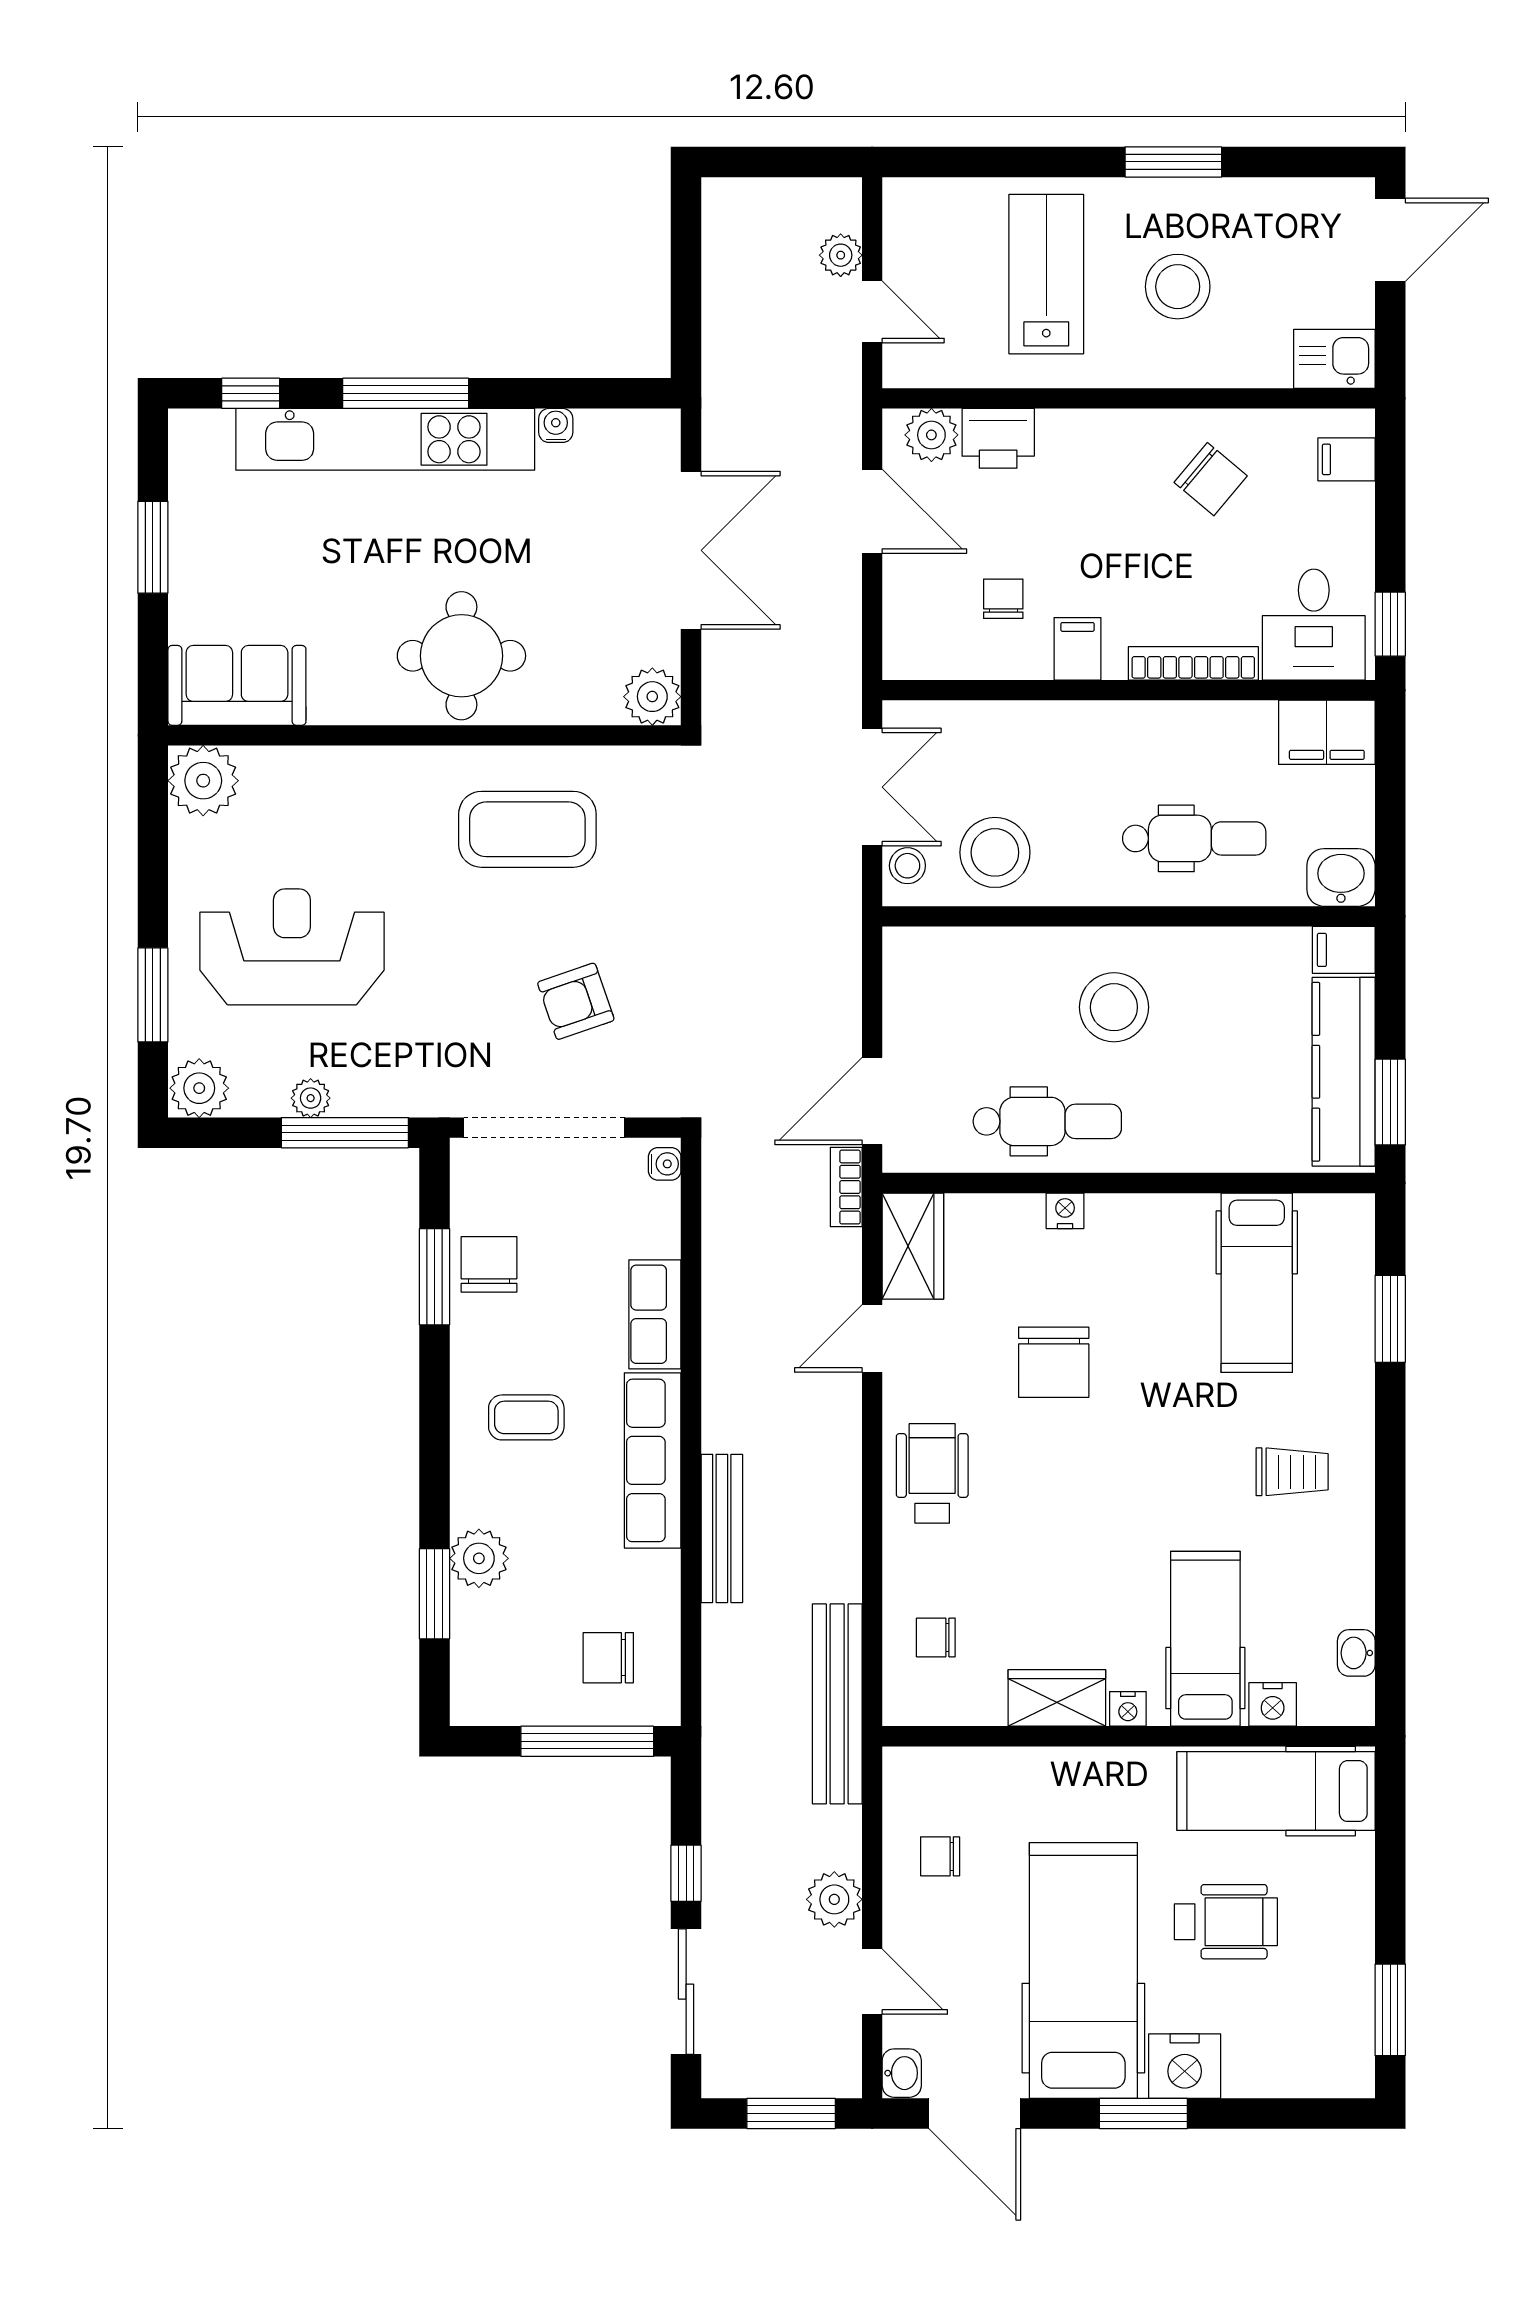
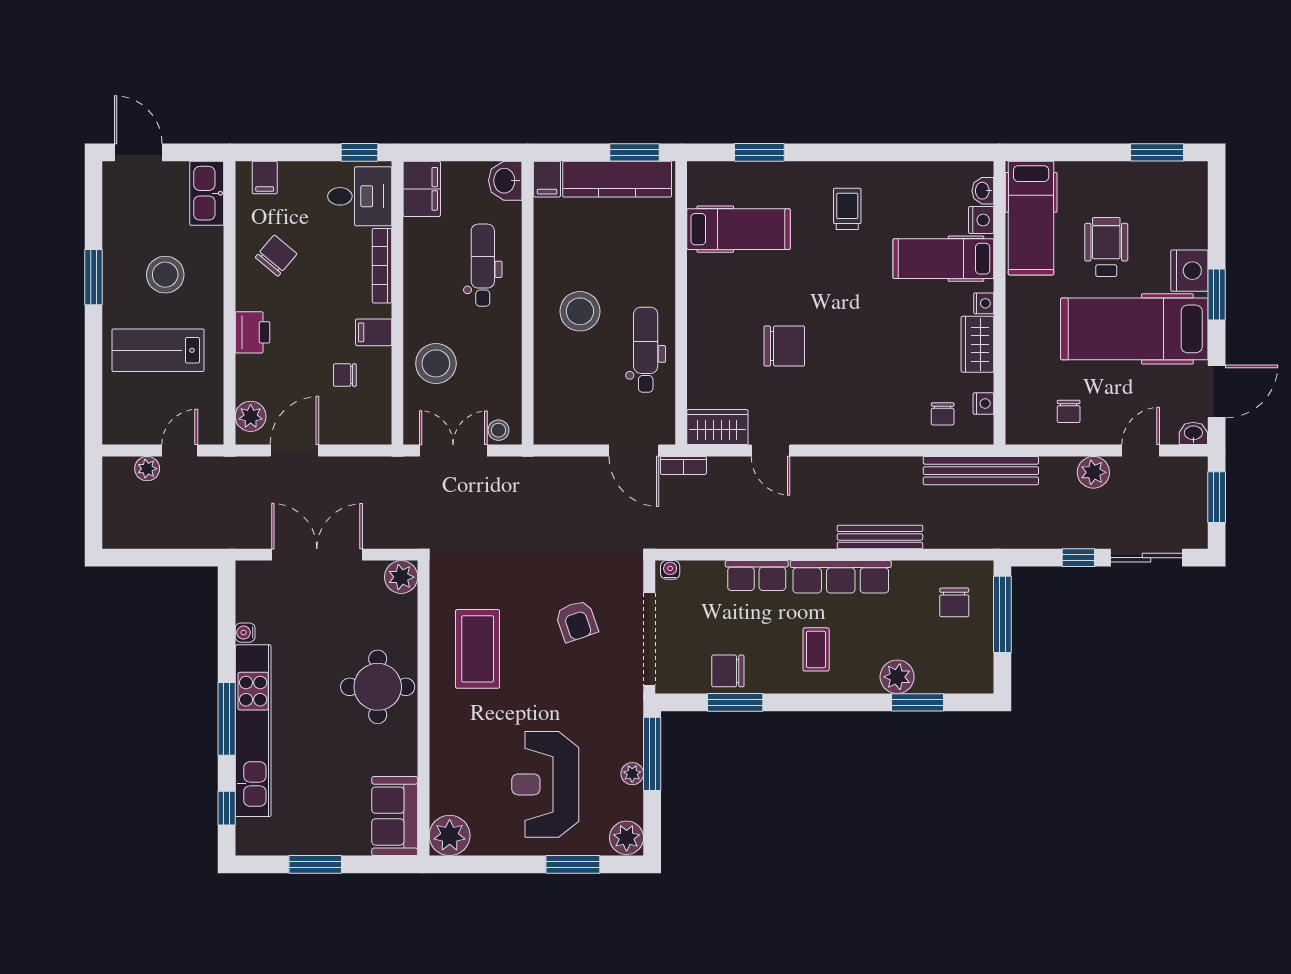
kitchen sink: (1334, 359) -> (207, 193), width x1.38
printer: (998, 438) -> (253, 332), moved
stool: (995, 852) -> (436, 363), moved
nightstand: (1065, 1211) -> (983, 404), moved, turned 180
wheelchair: (932, 1473) -> (848, 416), removed
washbasin: (1356, 1653) -> (983, 191), moved, turned 90

